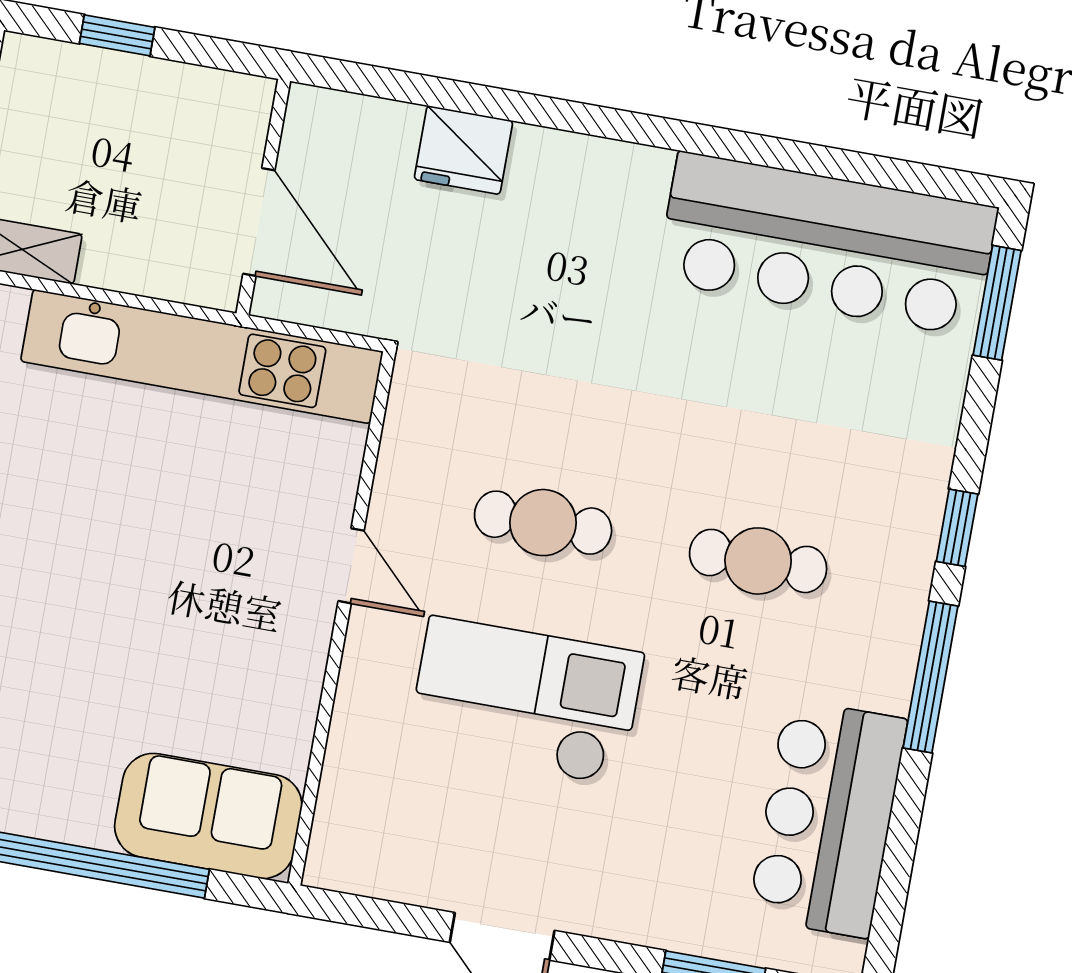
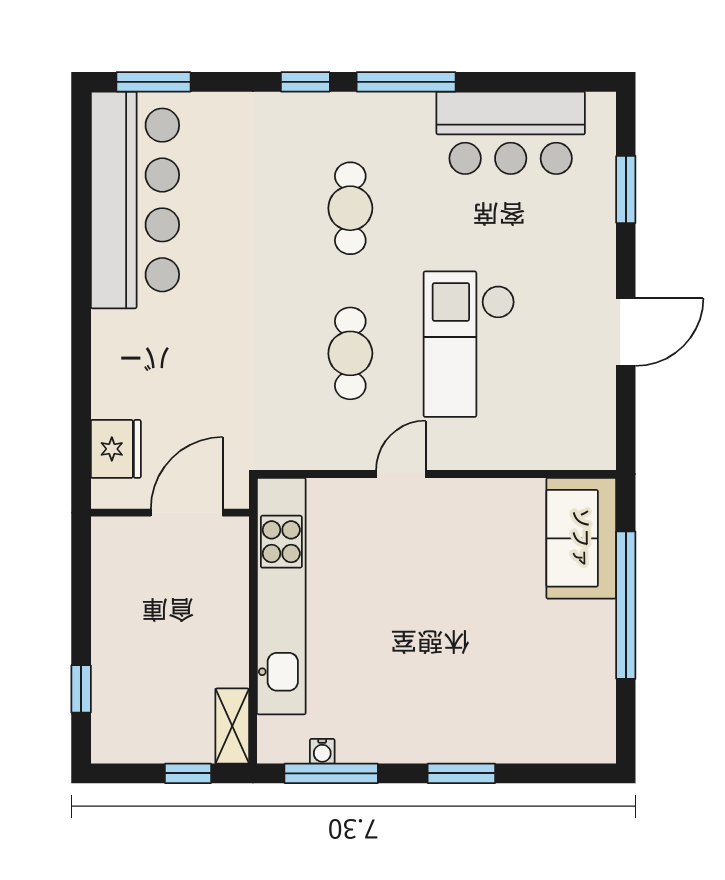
wall: (263, 197) -> (170, 513), moved
door: (259, 222) -> (187, 513), moved

